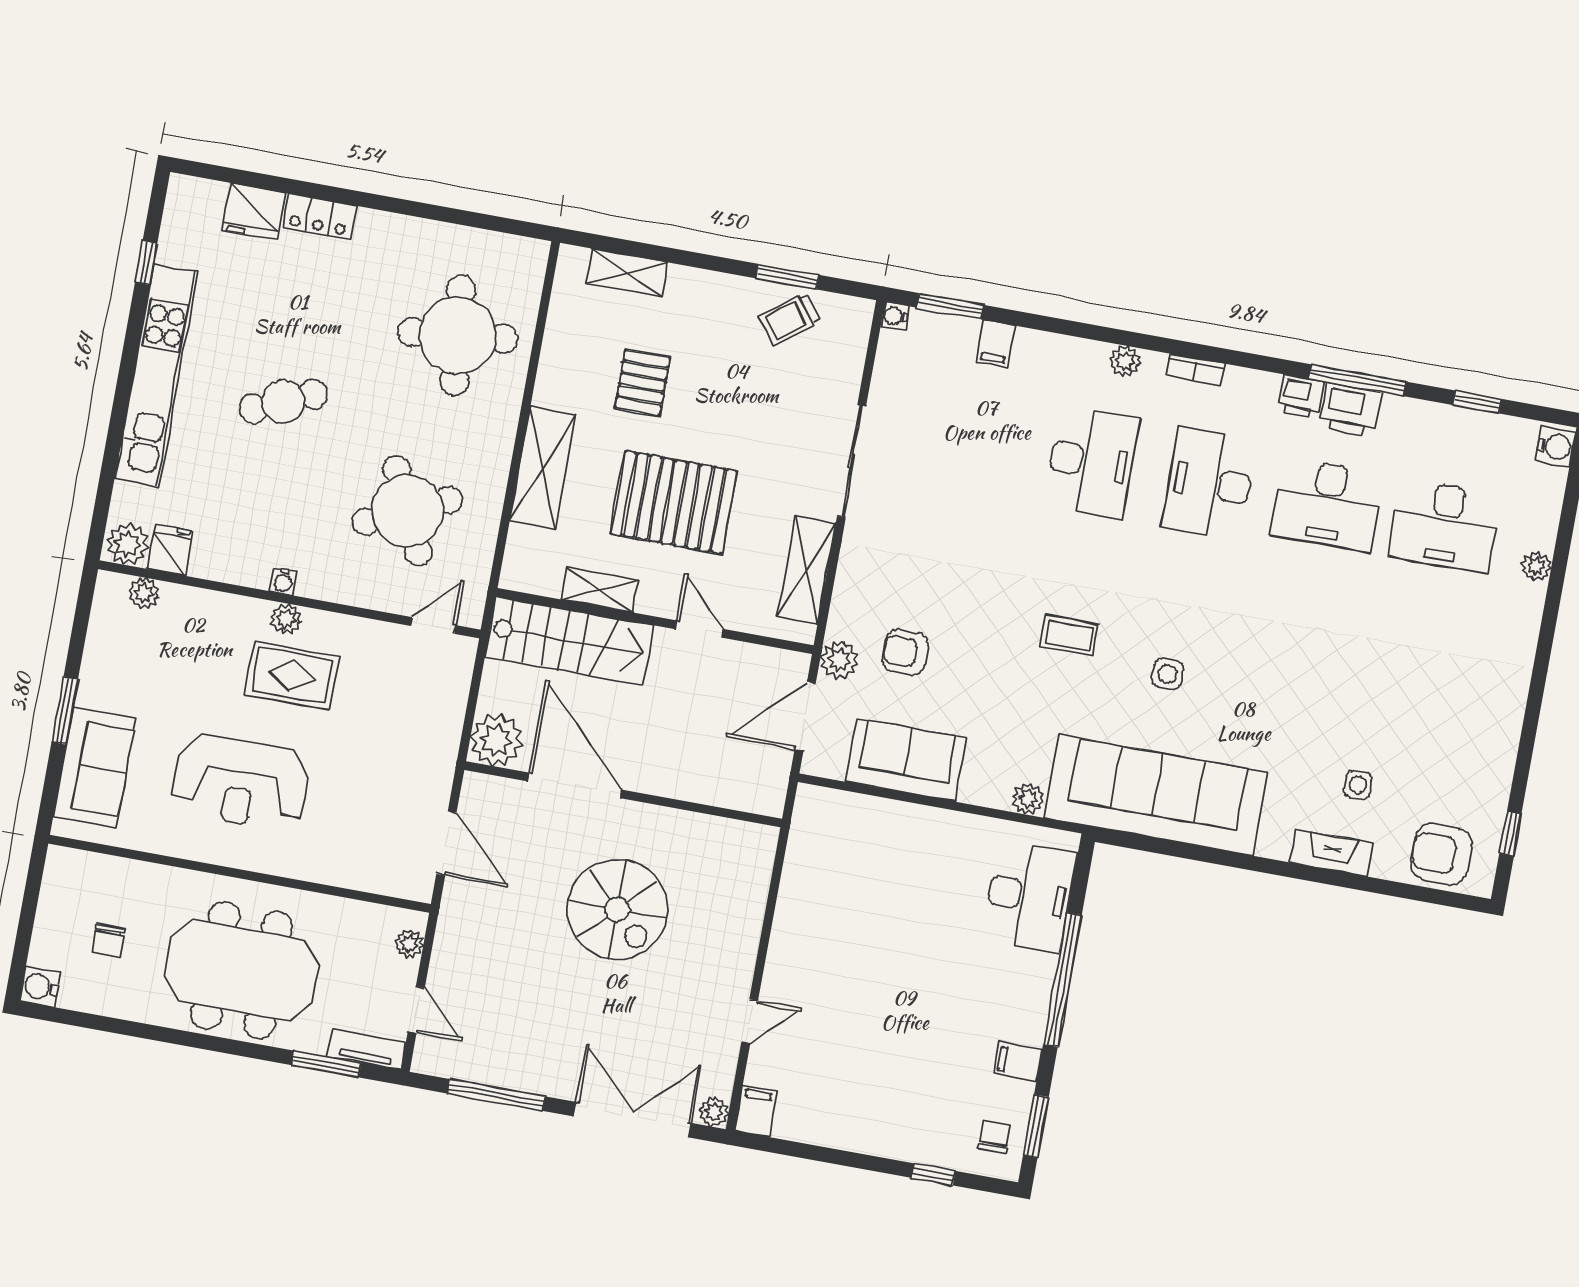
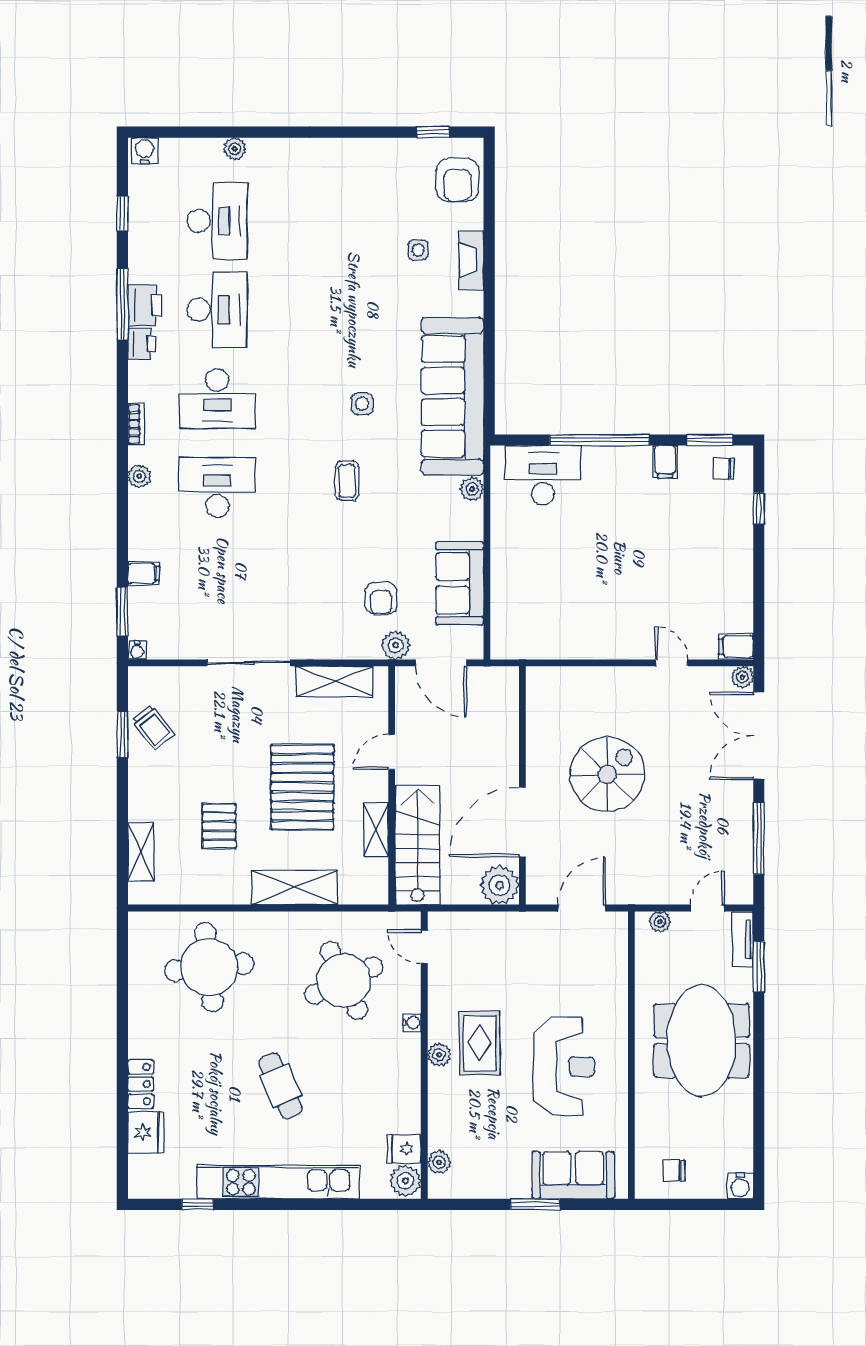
pallet: (642, 383) -> (219, 826), turned 90
water cooler: (283, 581) -> (412, 1023), moved
chair: (108, 941) -> (674, 1171), moved, turned 180

